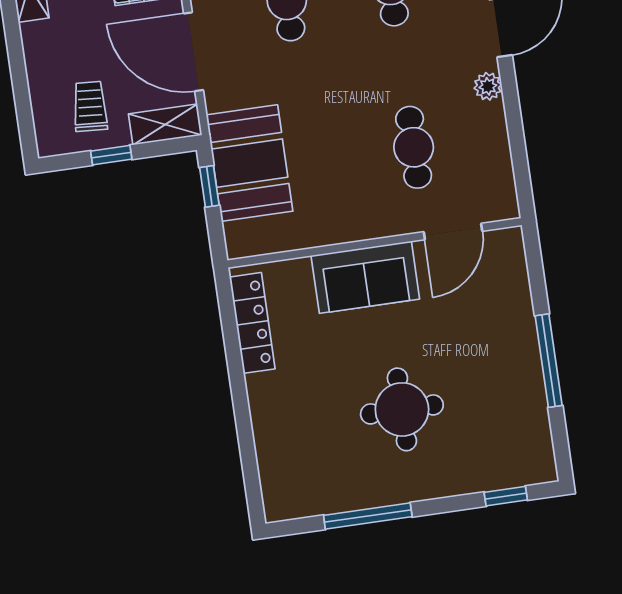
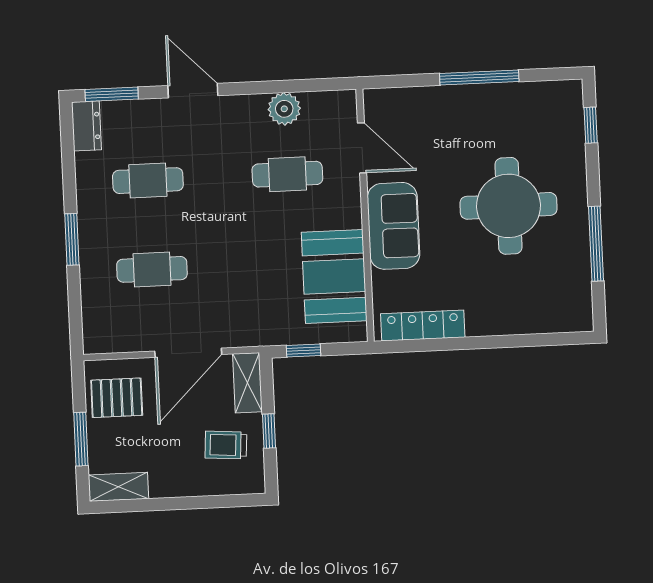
plant: (488, 86) -> (284, 109), moved, width x1.38, depth x1.38
booth: (250, 163) -> (334, 277), moved, turned 90
round table: (402, 409) -> (508, 206), width x1.36, depth x1.36

